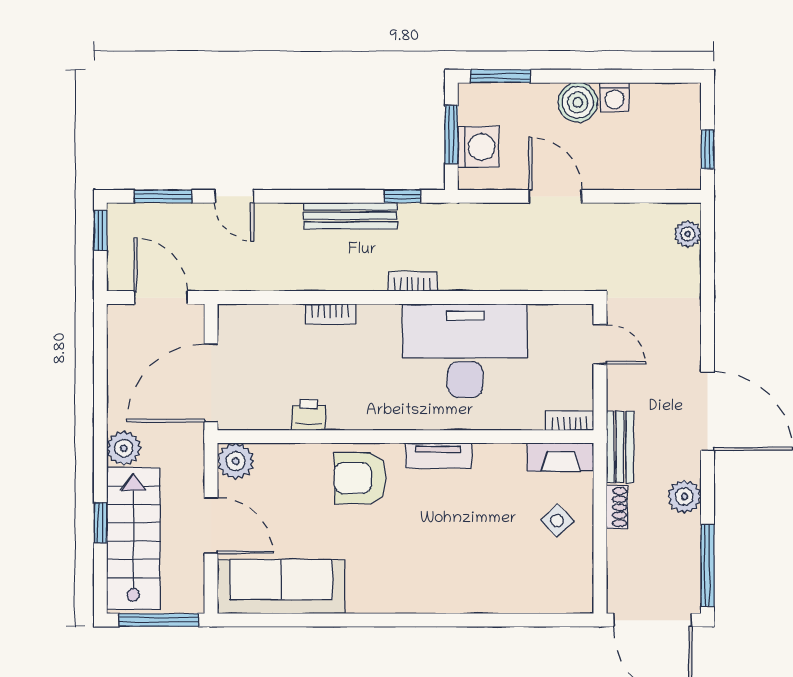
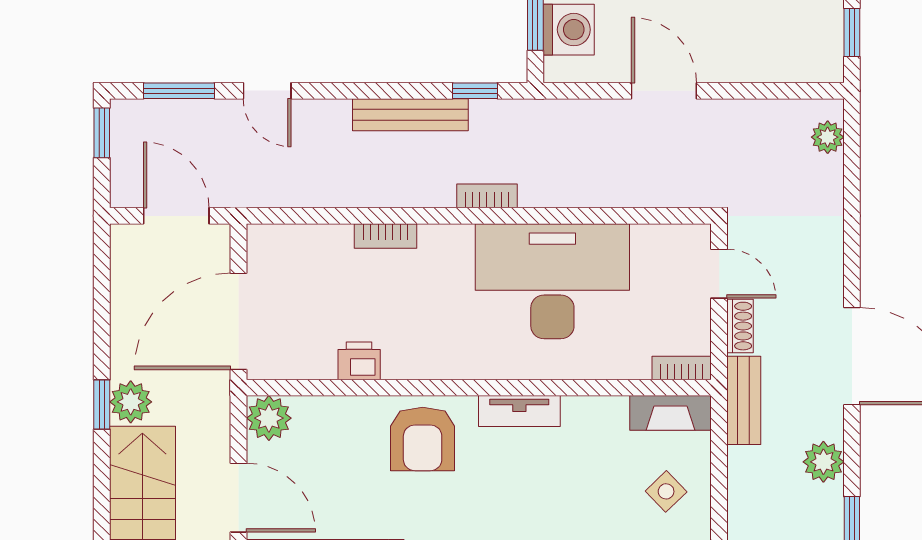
armchair: (360, 478) -> (423, 439), turned -90
shoe rack: (617, 507) -> (740, 326), moved
window: (100, 523) -> (102, 404), moved

